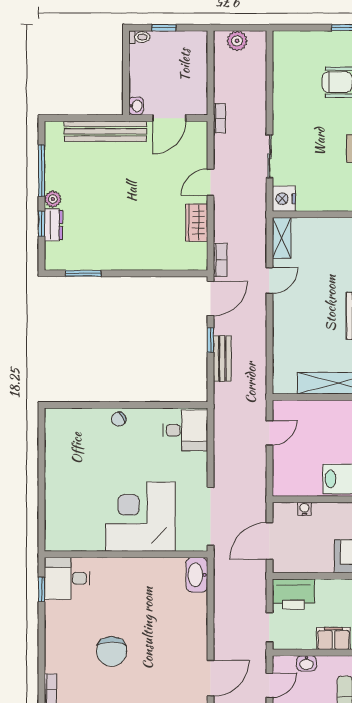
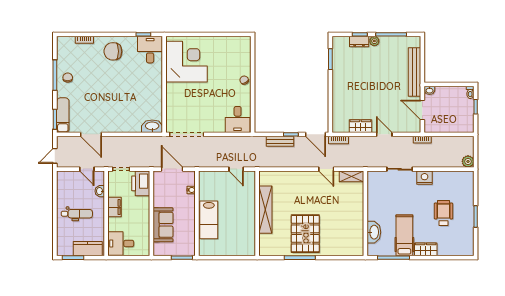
plant: (237, 41) -> (468, 161), moved
nightstand: (284, 199) -> (425, 178), moved
corner desk: (140, 517) -> (187, 62), moved
chair: (112, 651) -> (113, 51), moved

